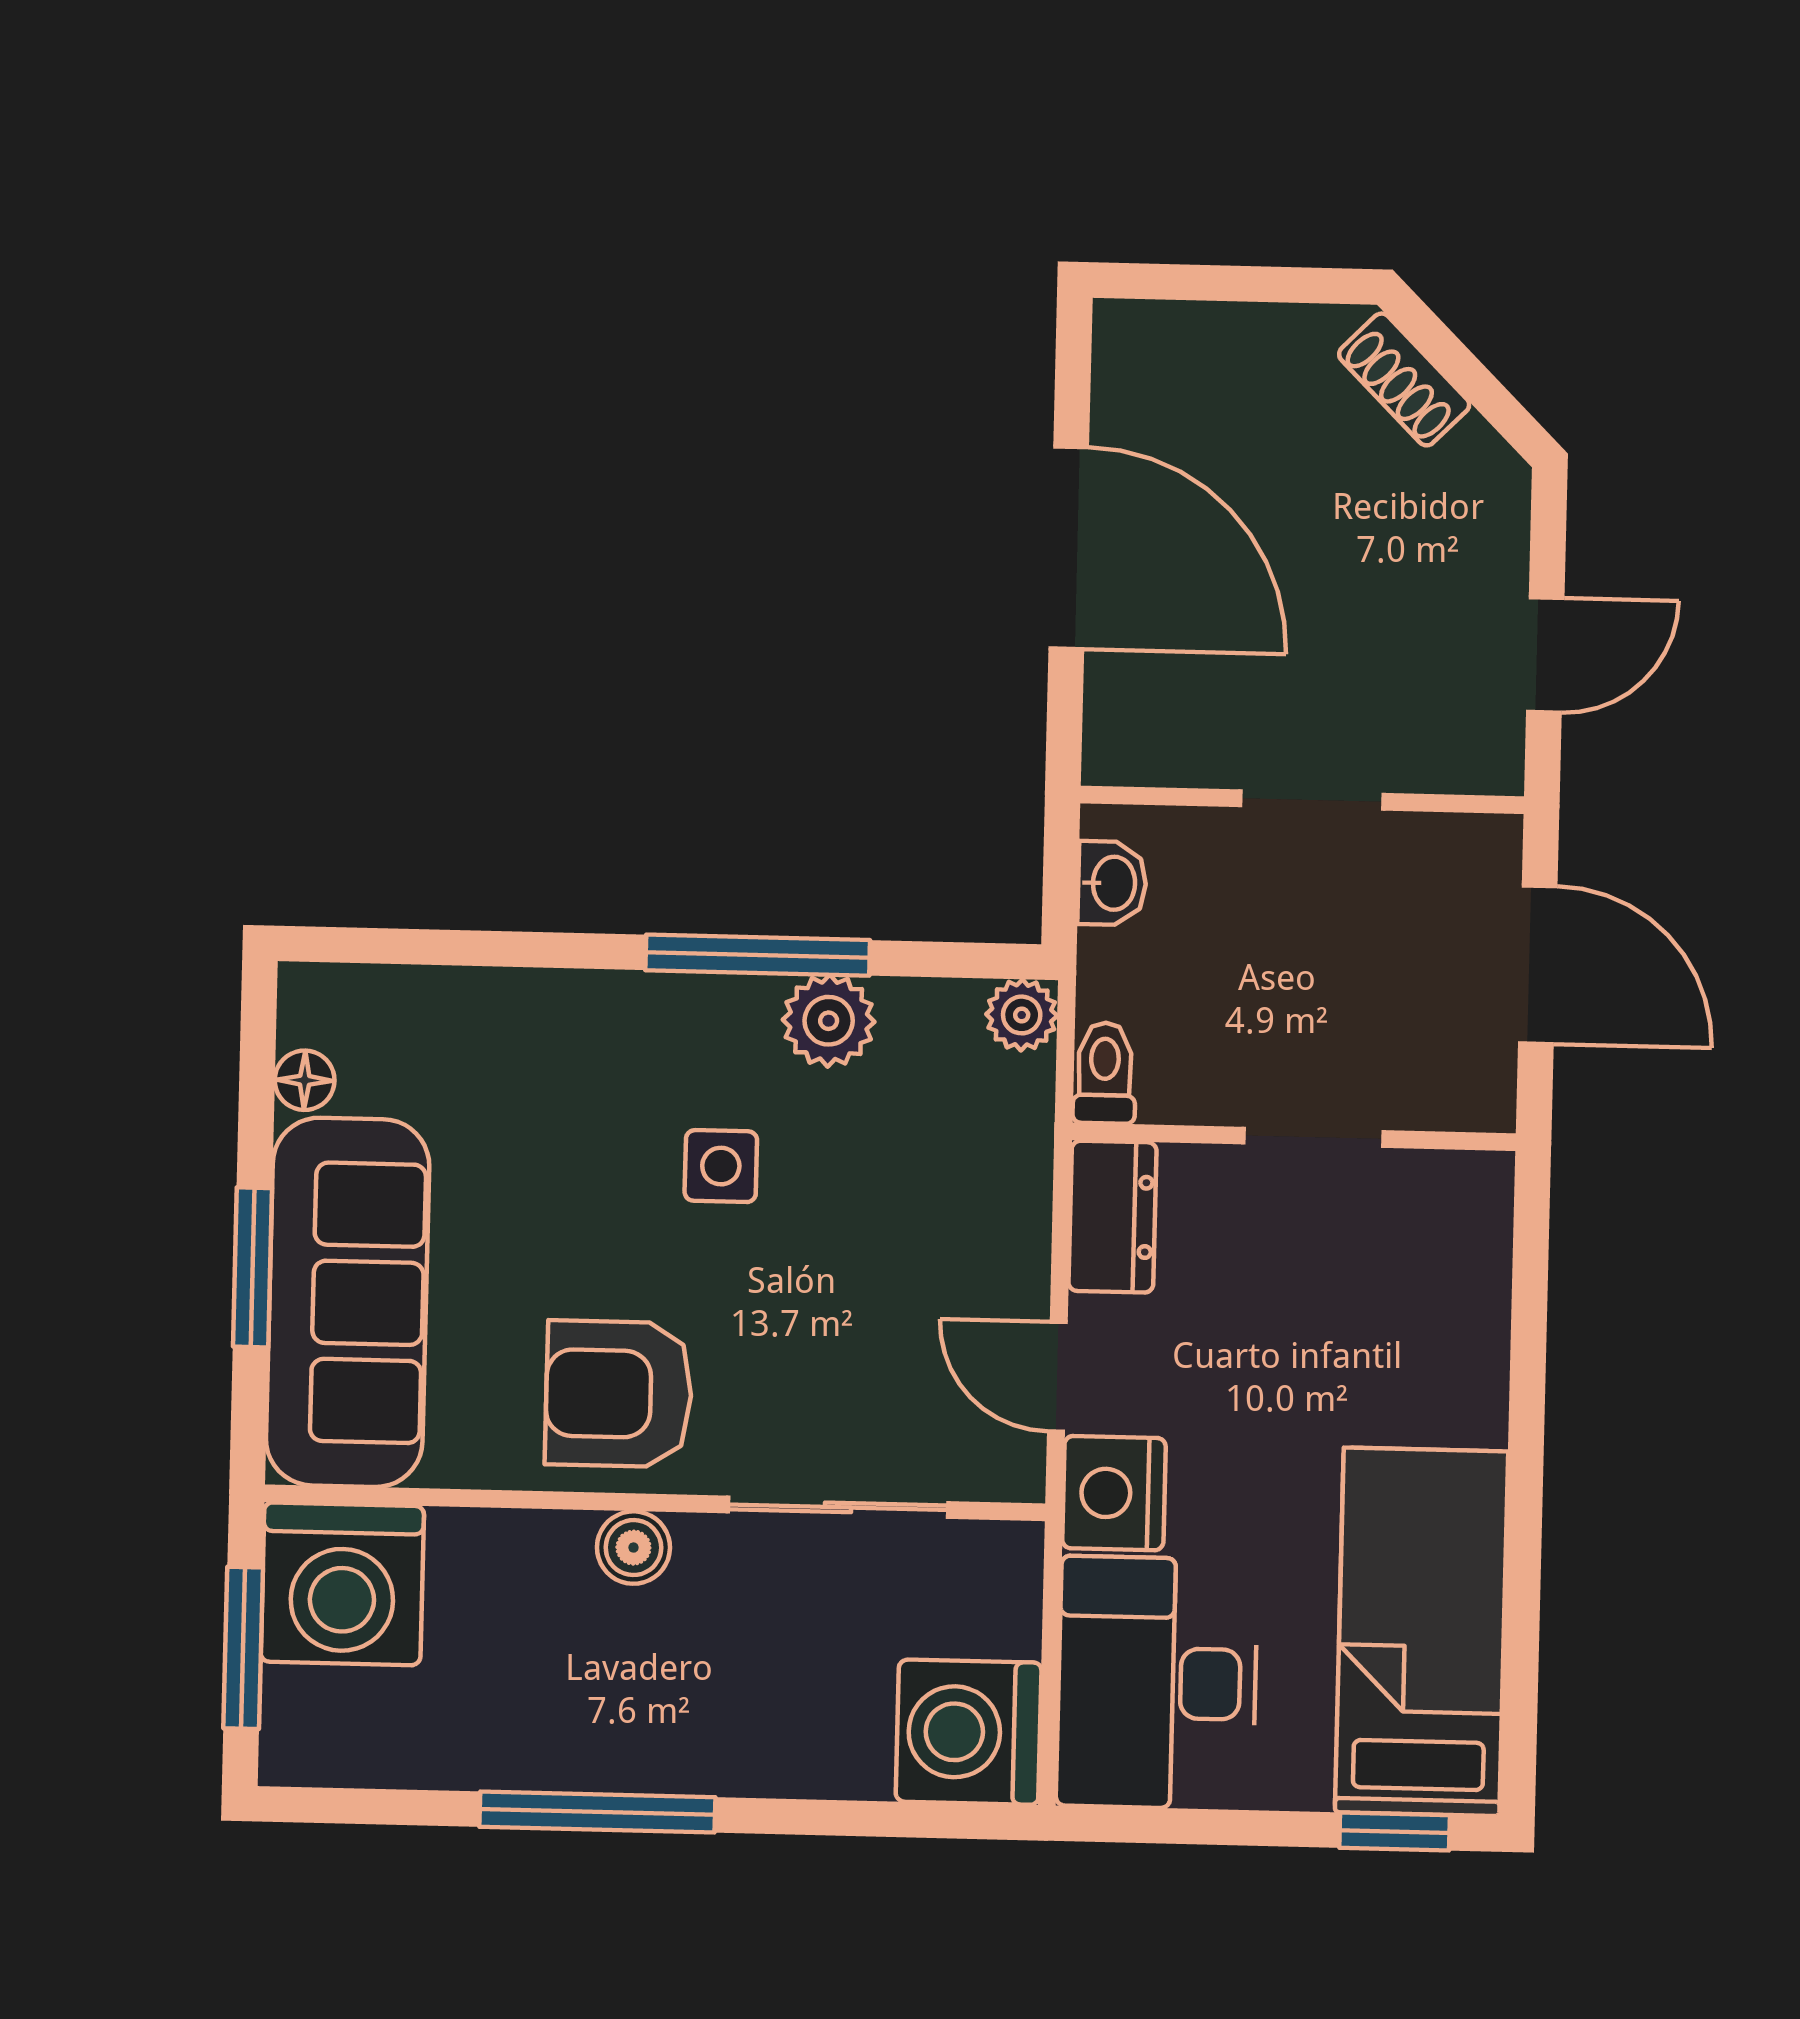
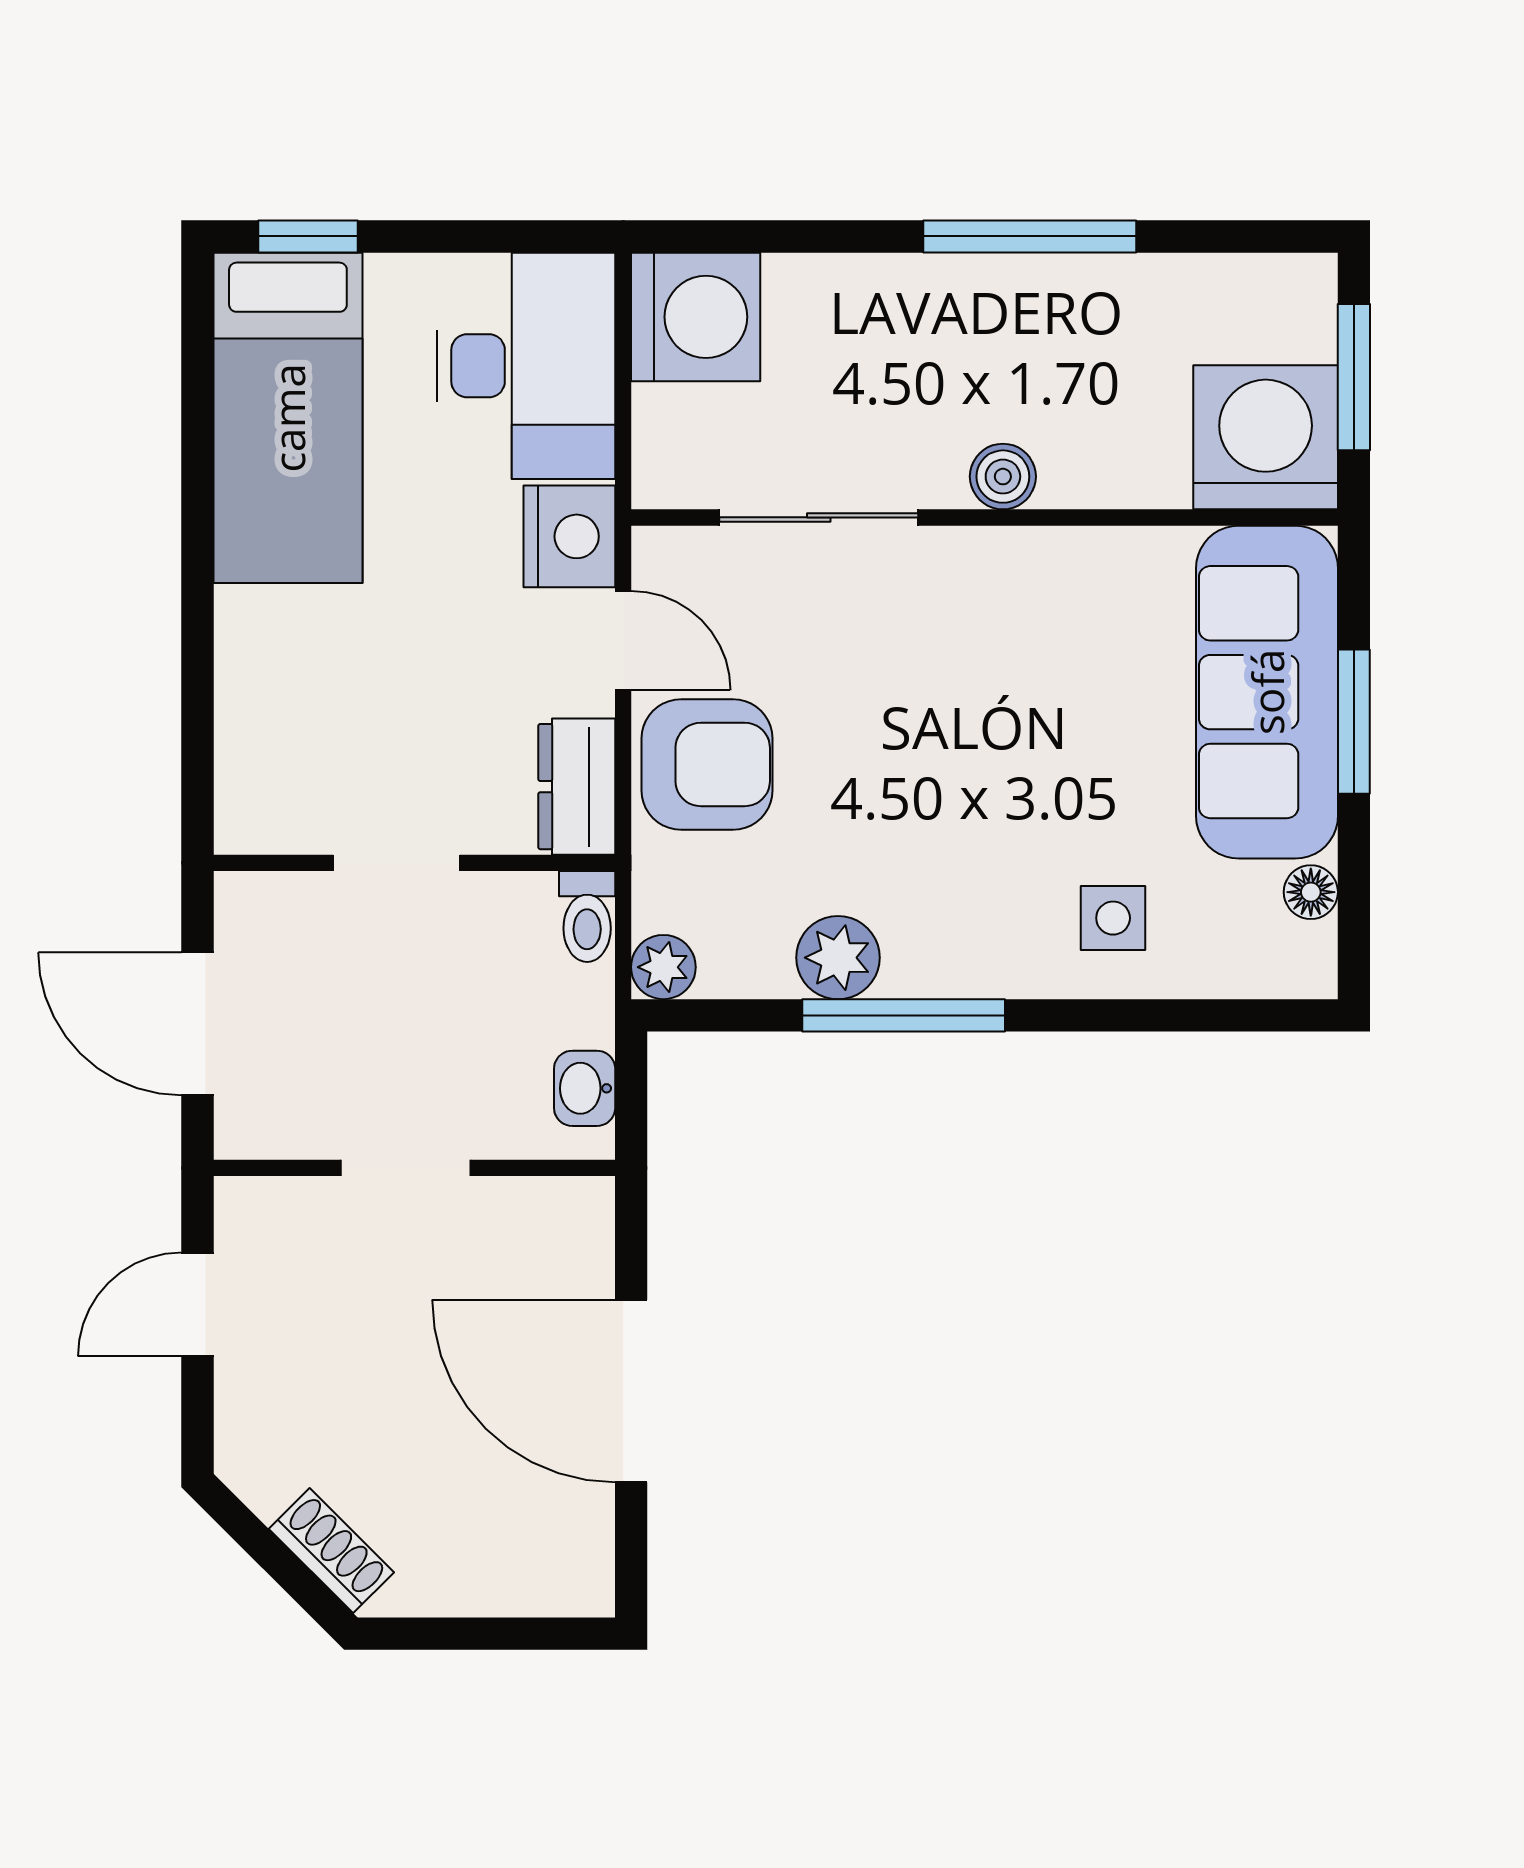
side table: (721, 1166) -> (1113, 918), moved
armchair: (619, 1394) -> (707, 764), moved

